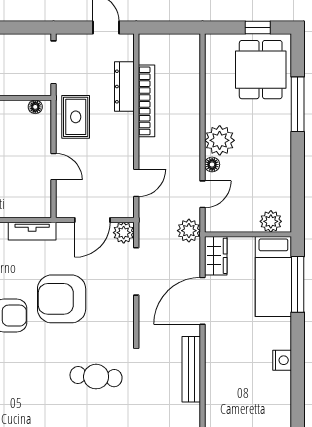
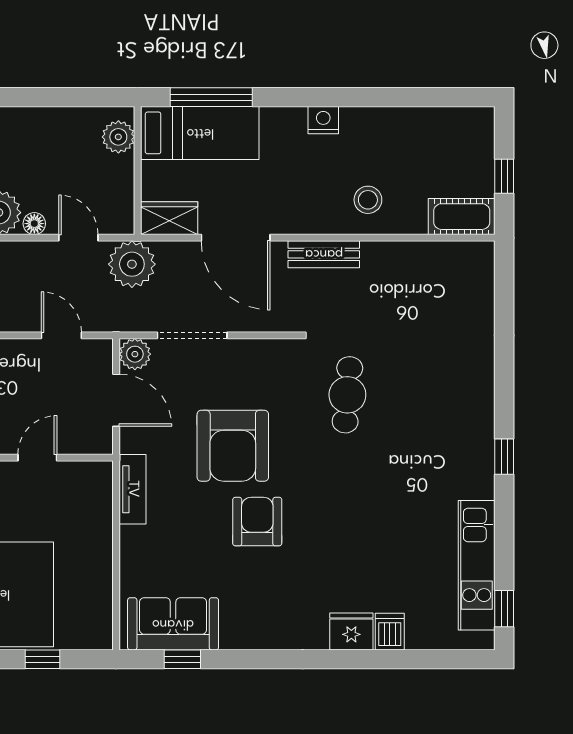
plant: (189, 231) -> (132, 264), width x1.36, depth x1.36
bench: (191, 369) -> (324, 254), width x0.73
stool: (228, 390) -> (368, 200), added

